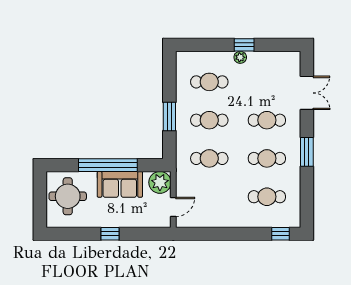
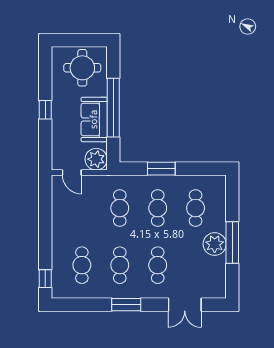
window: (244, 45) -> (232, 243), width x2.17
plant: (240, 57) -> (215, 244), width x1.88, depth x1.88

